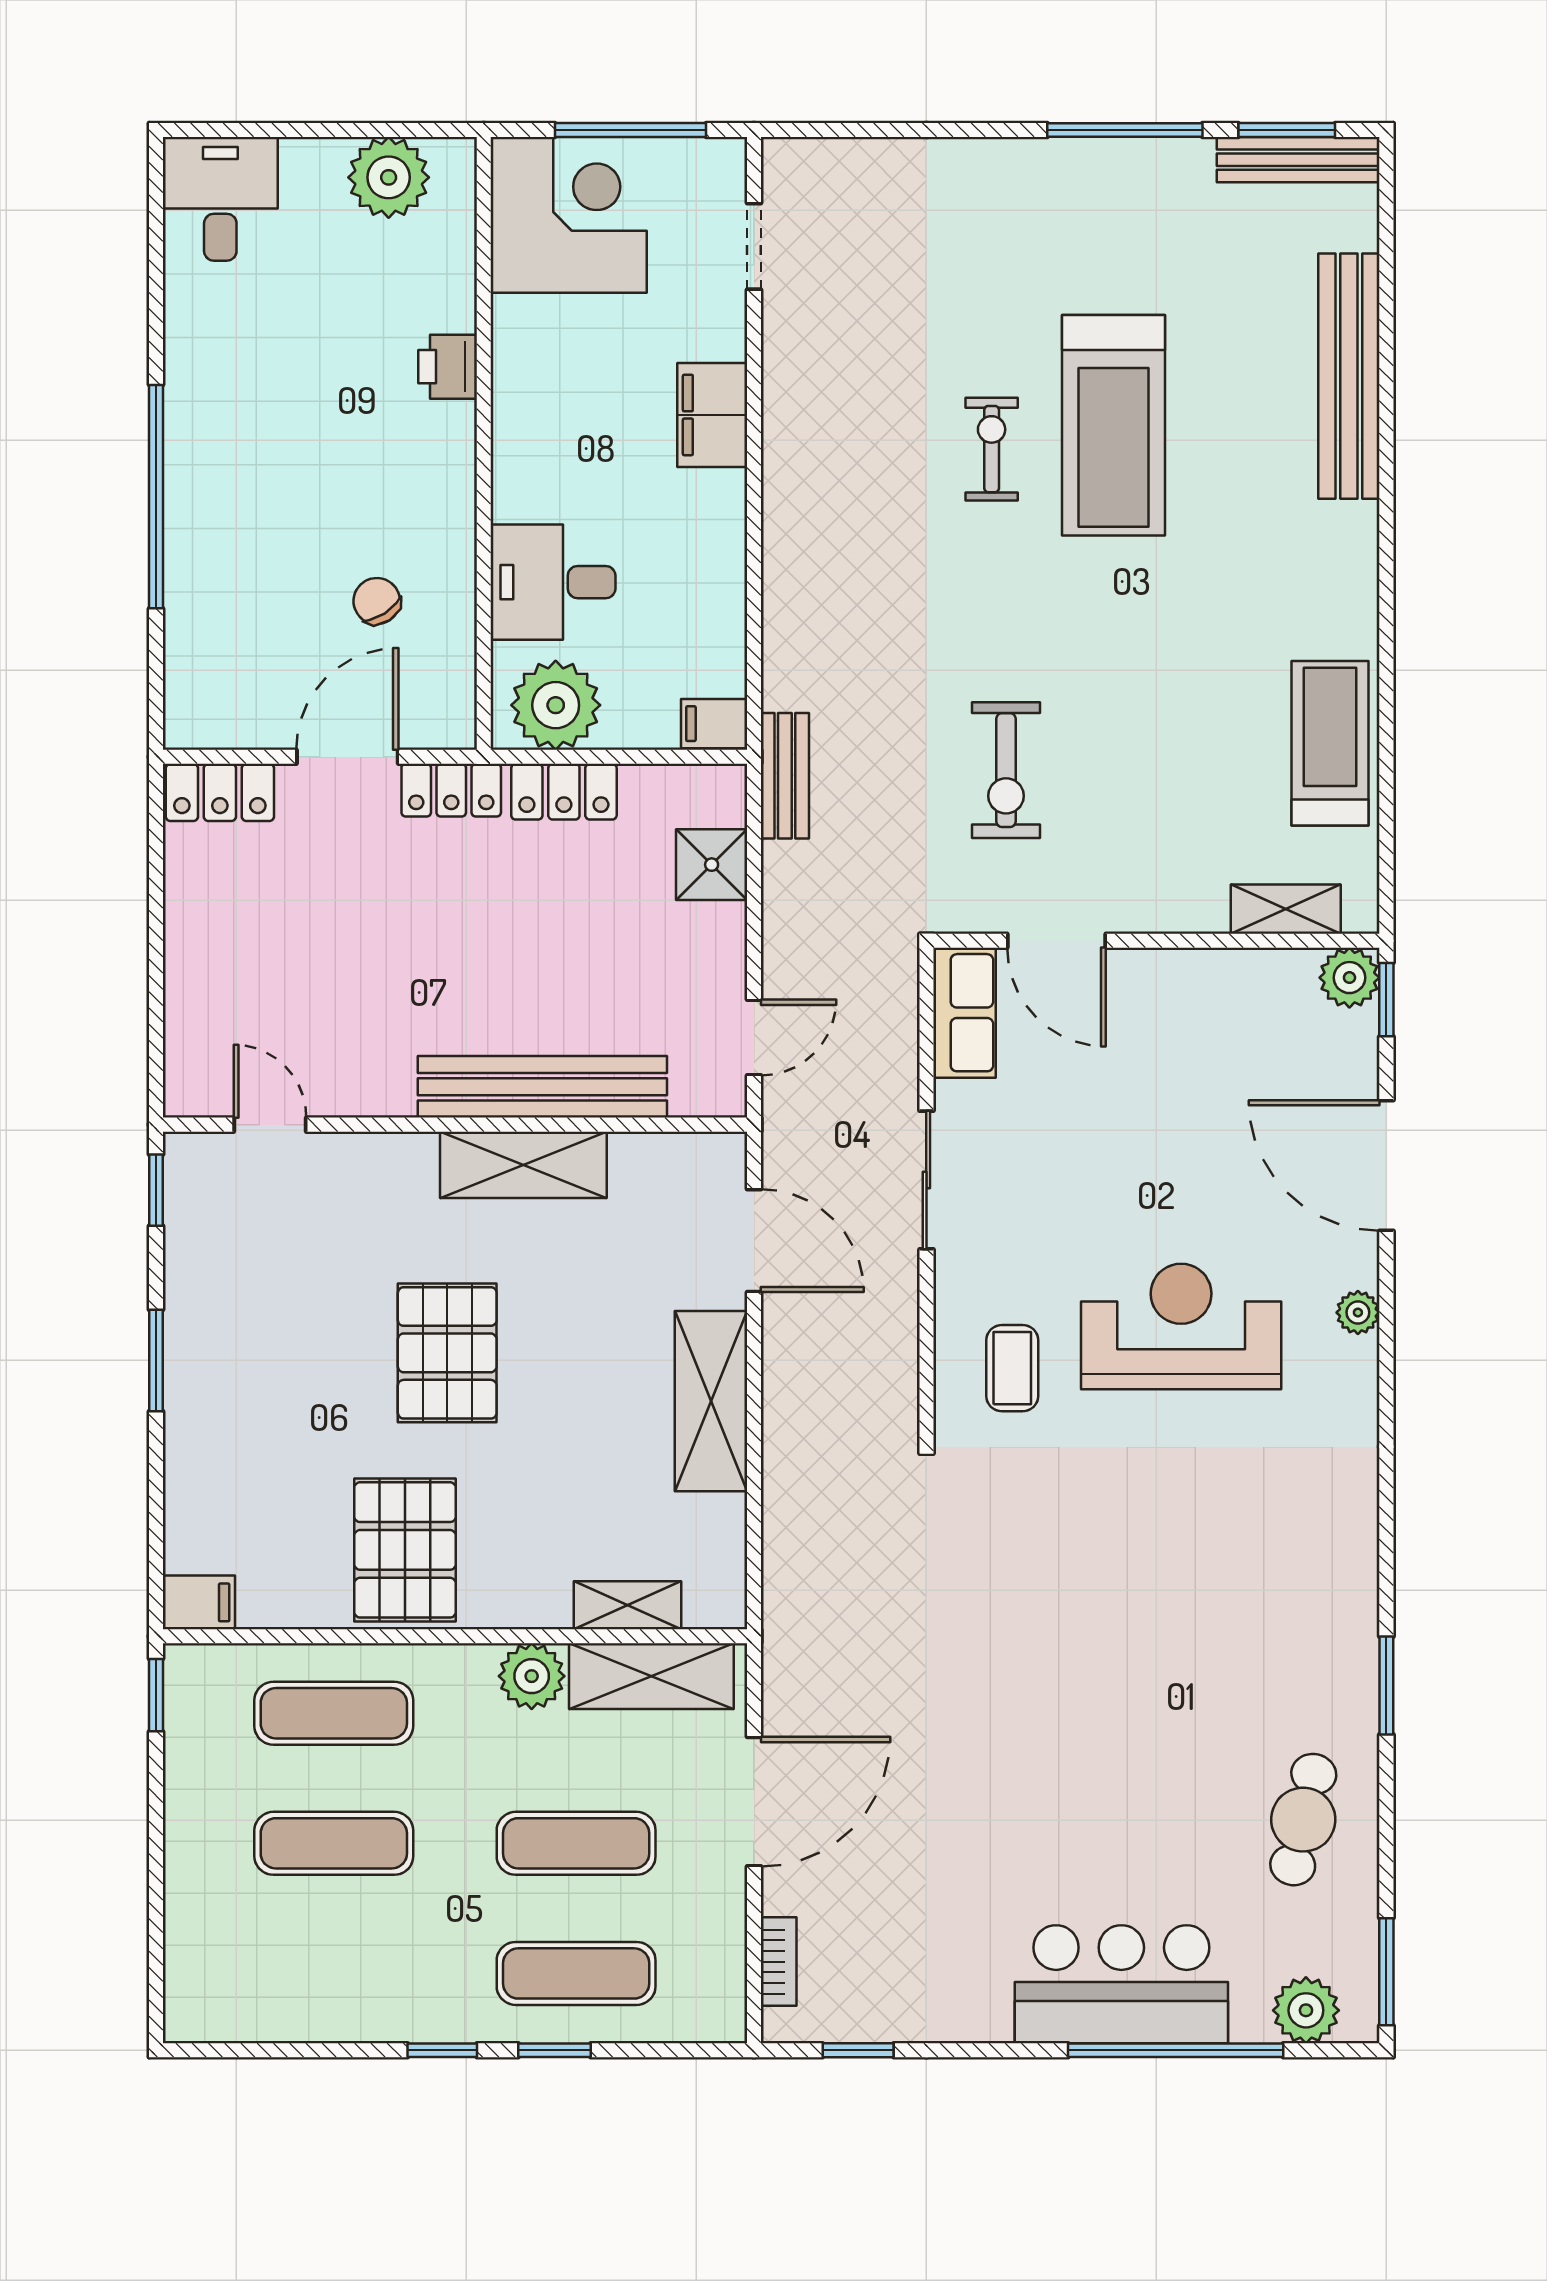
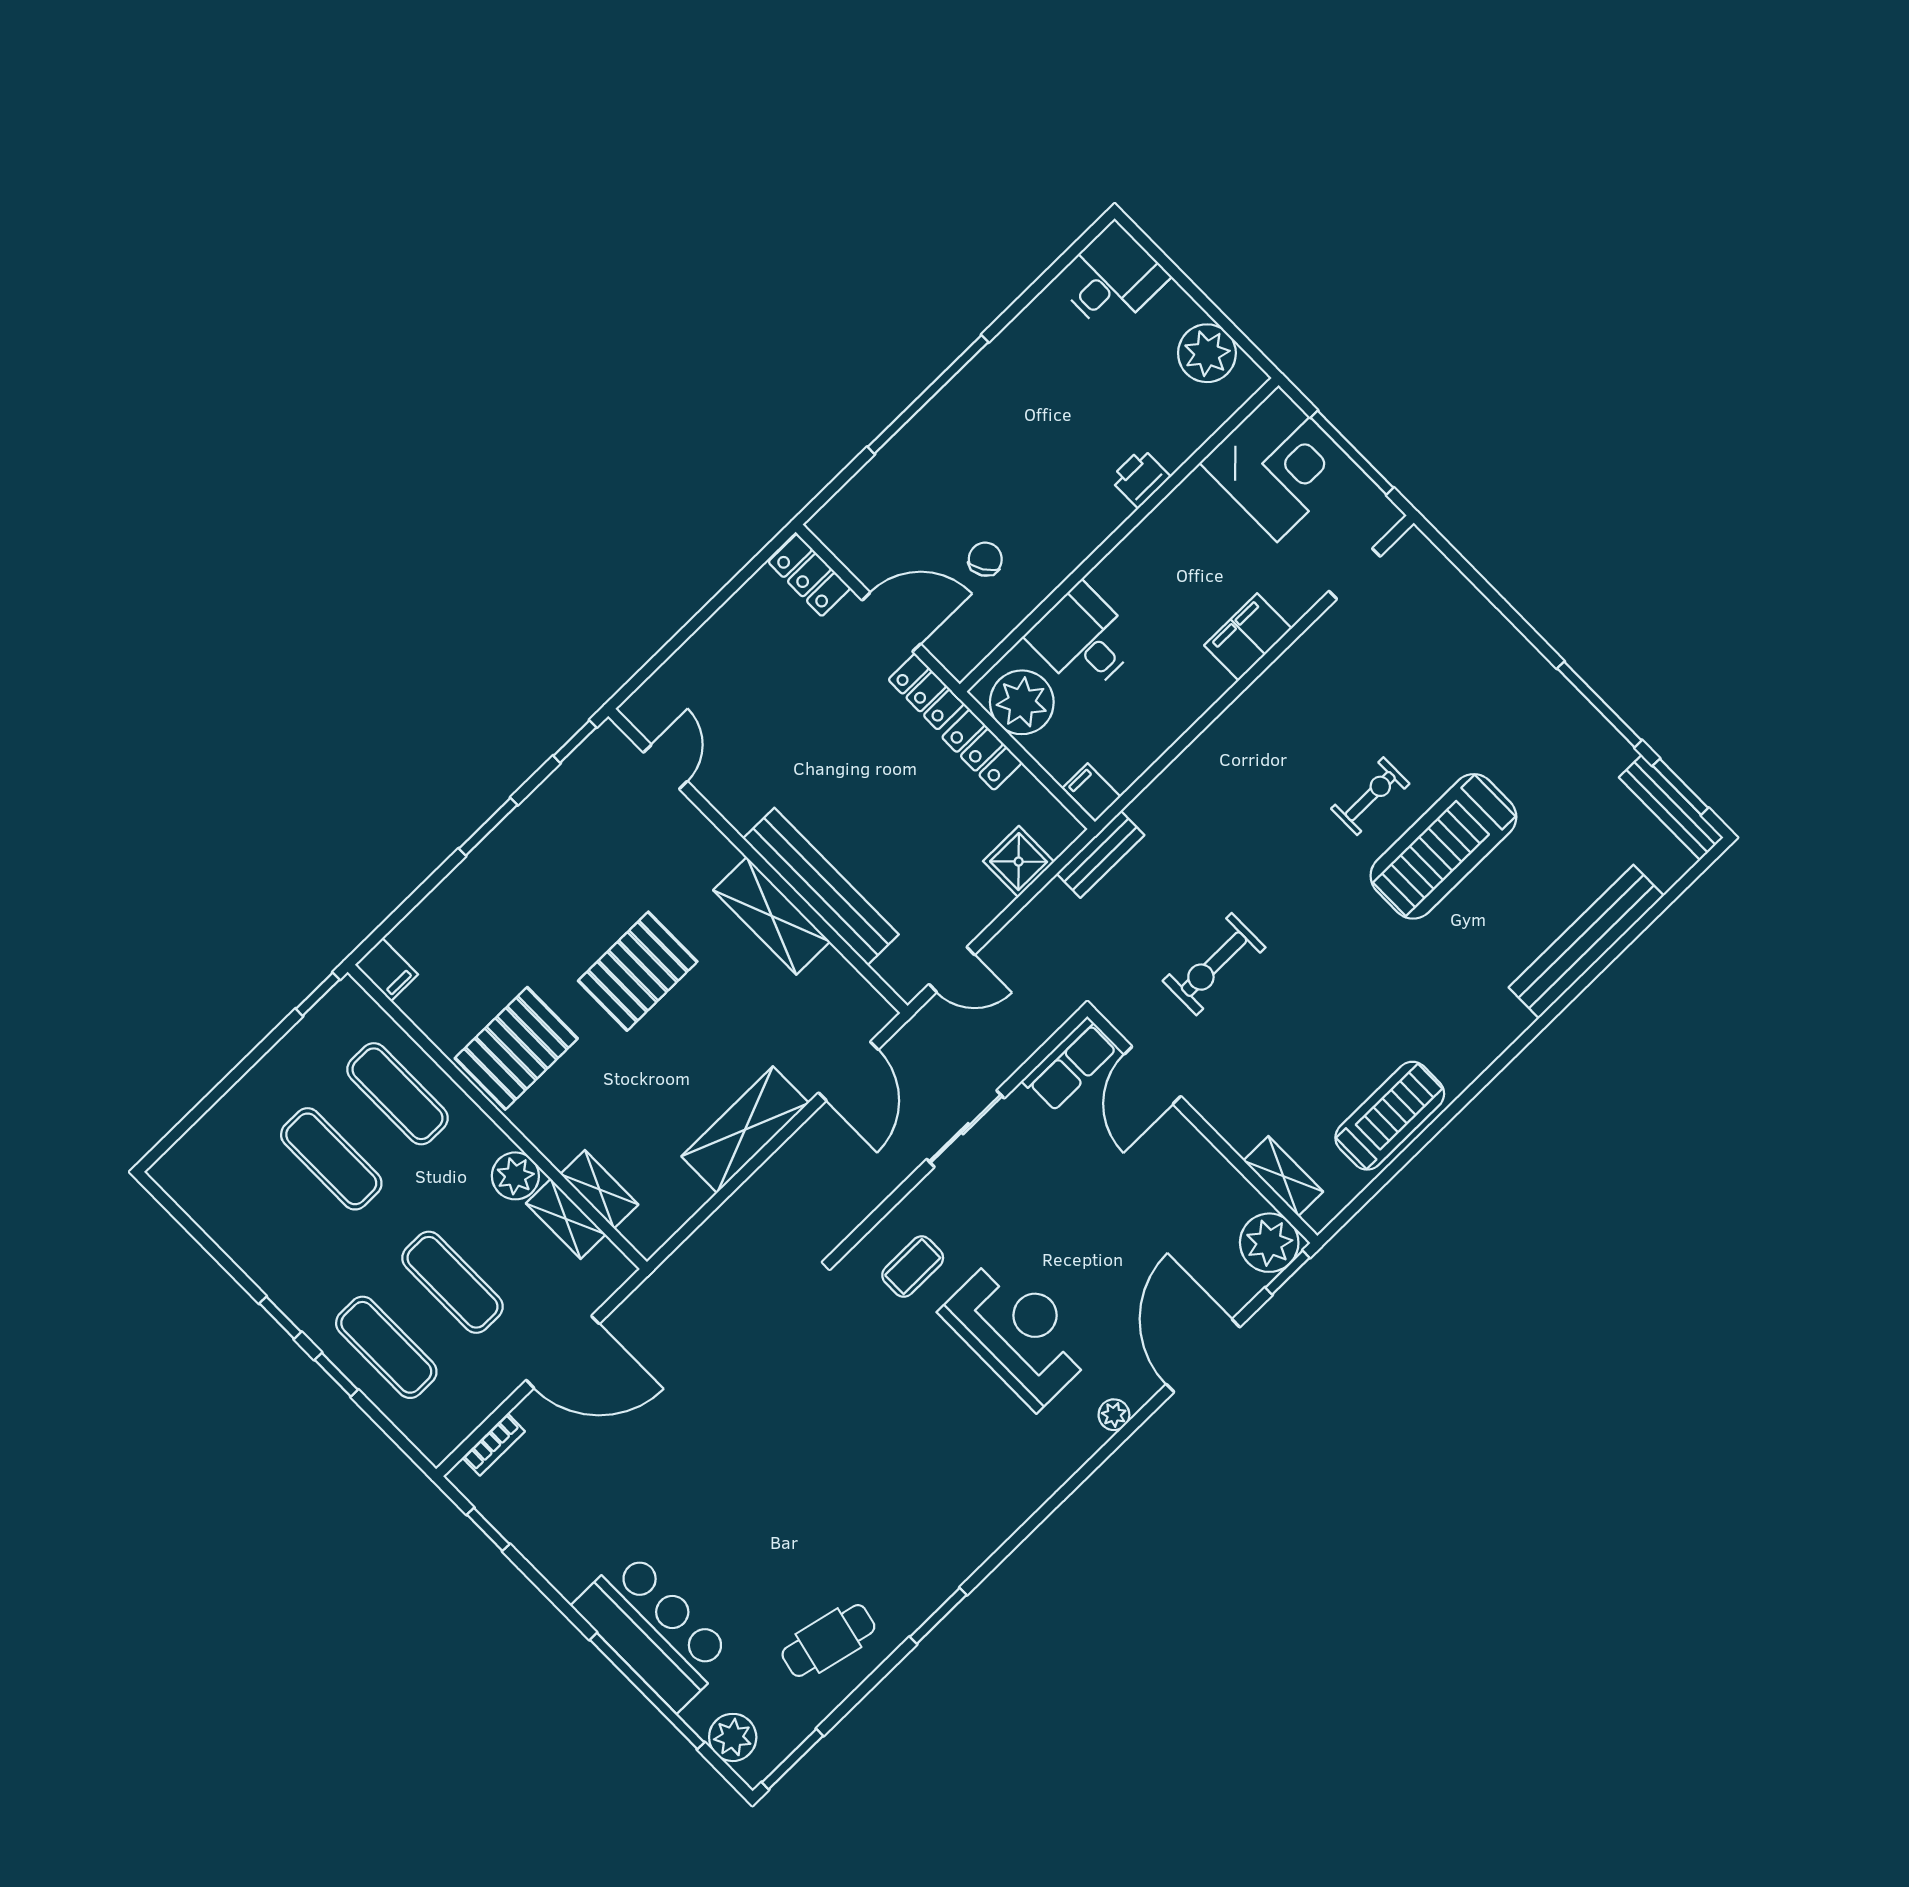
plant: (1349, 978) -> (1269, 1243), width x1.36, depth x1.36
shelving: (651, 1676) -> (566, 1219), width x0.67, depth x0.75

